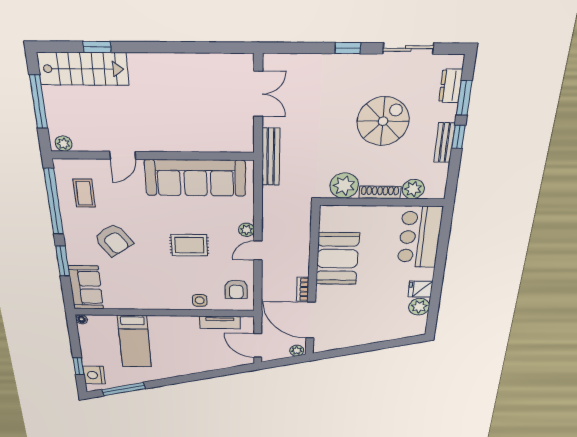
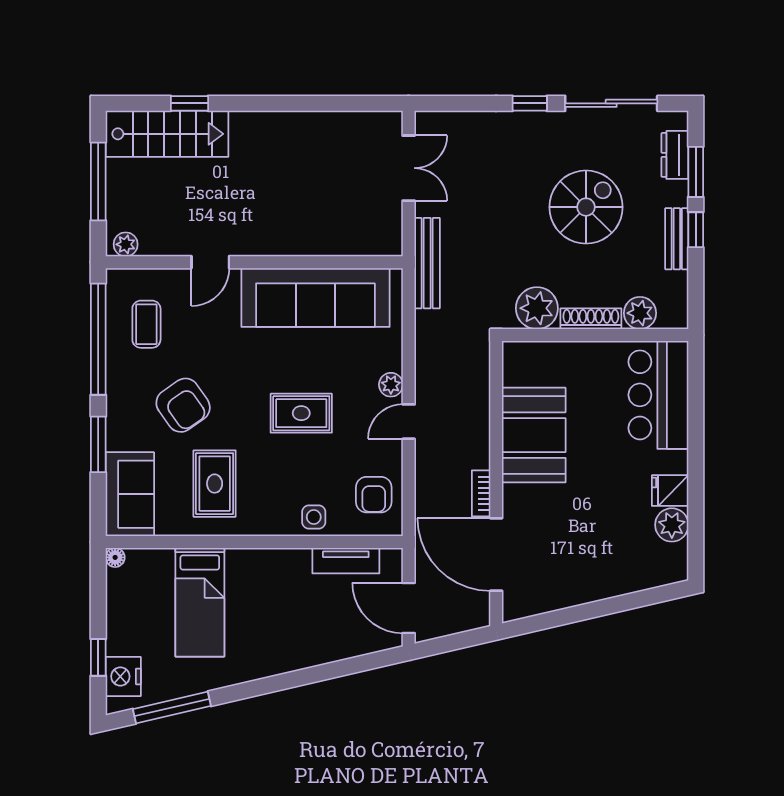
sliding door: (408, 48) -> (611, 103), width x1.37
rug: (138, 283) -> (215, 484), added
plant: (297, 351) -> (475, 618), removed

